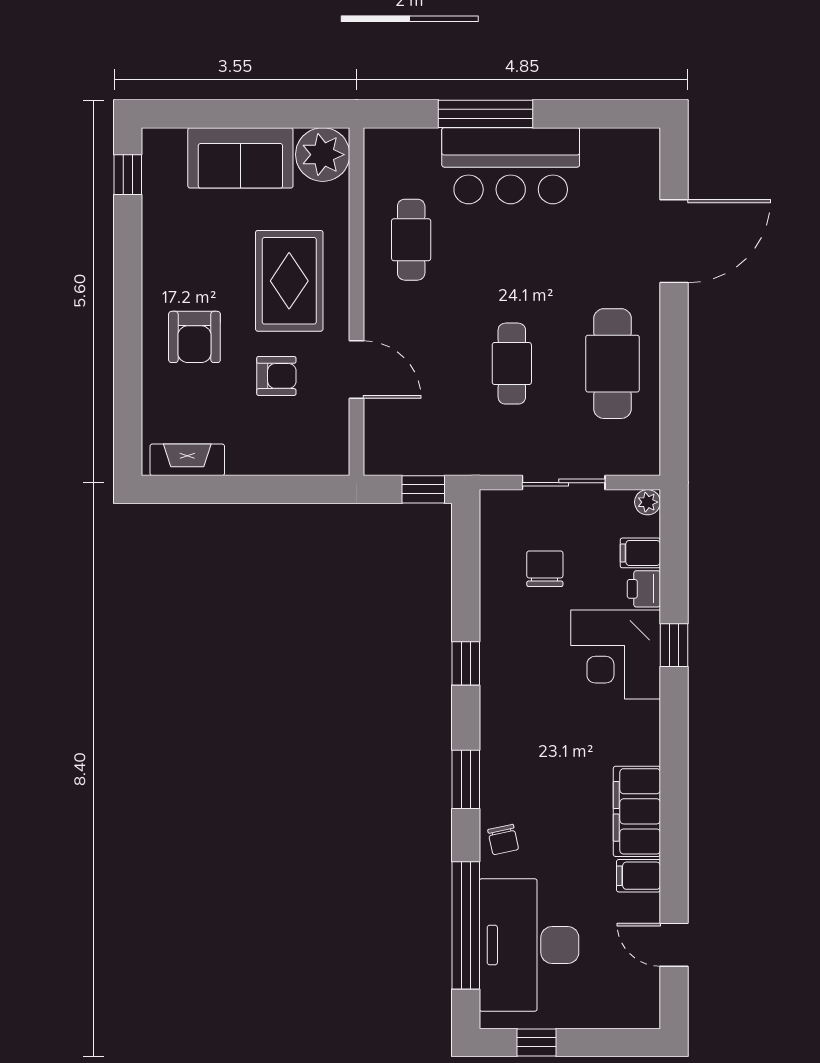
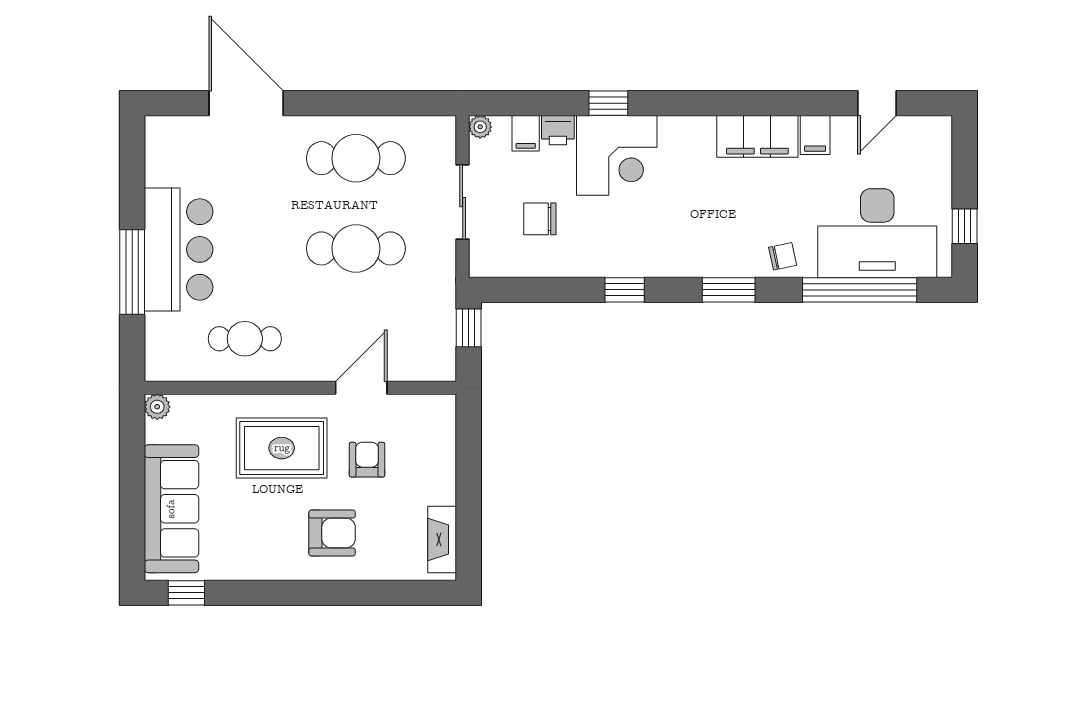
plant: (323, 155) -> (157, 407), width x0.53, depth x0.53
sofa: (240, 158) -> (171, 509), width x1.36
cafe table: (512, 364) -> (356, 248), width x1.37, depth x1.35

